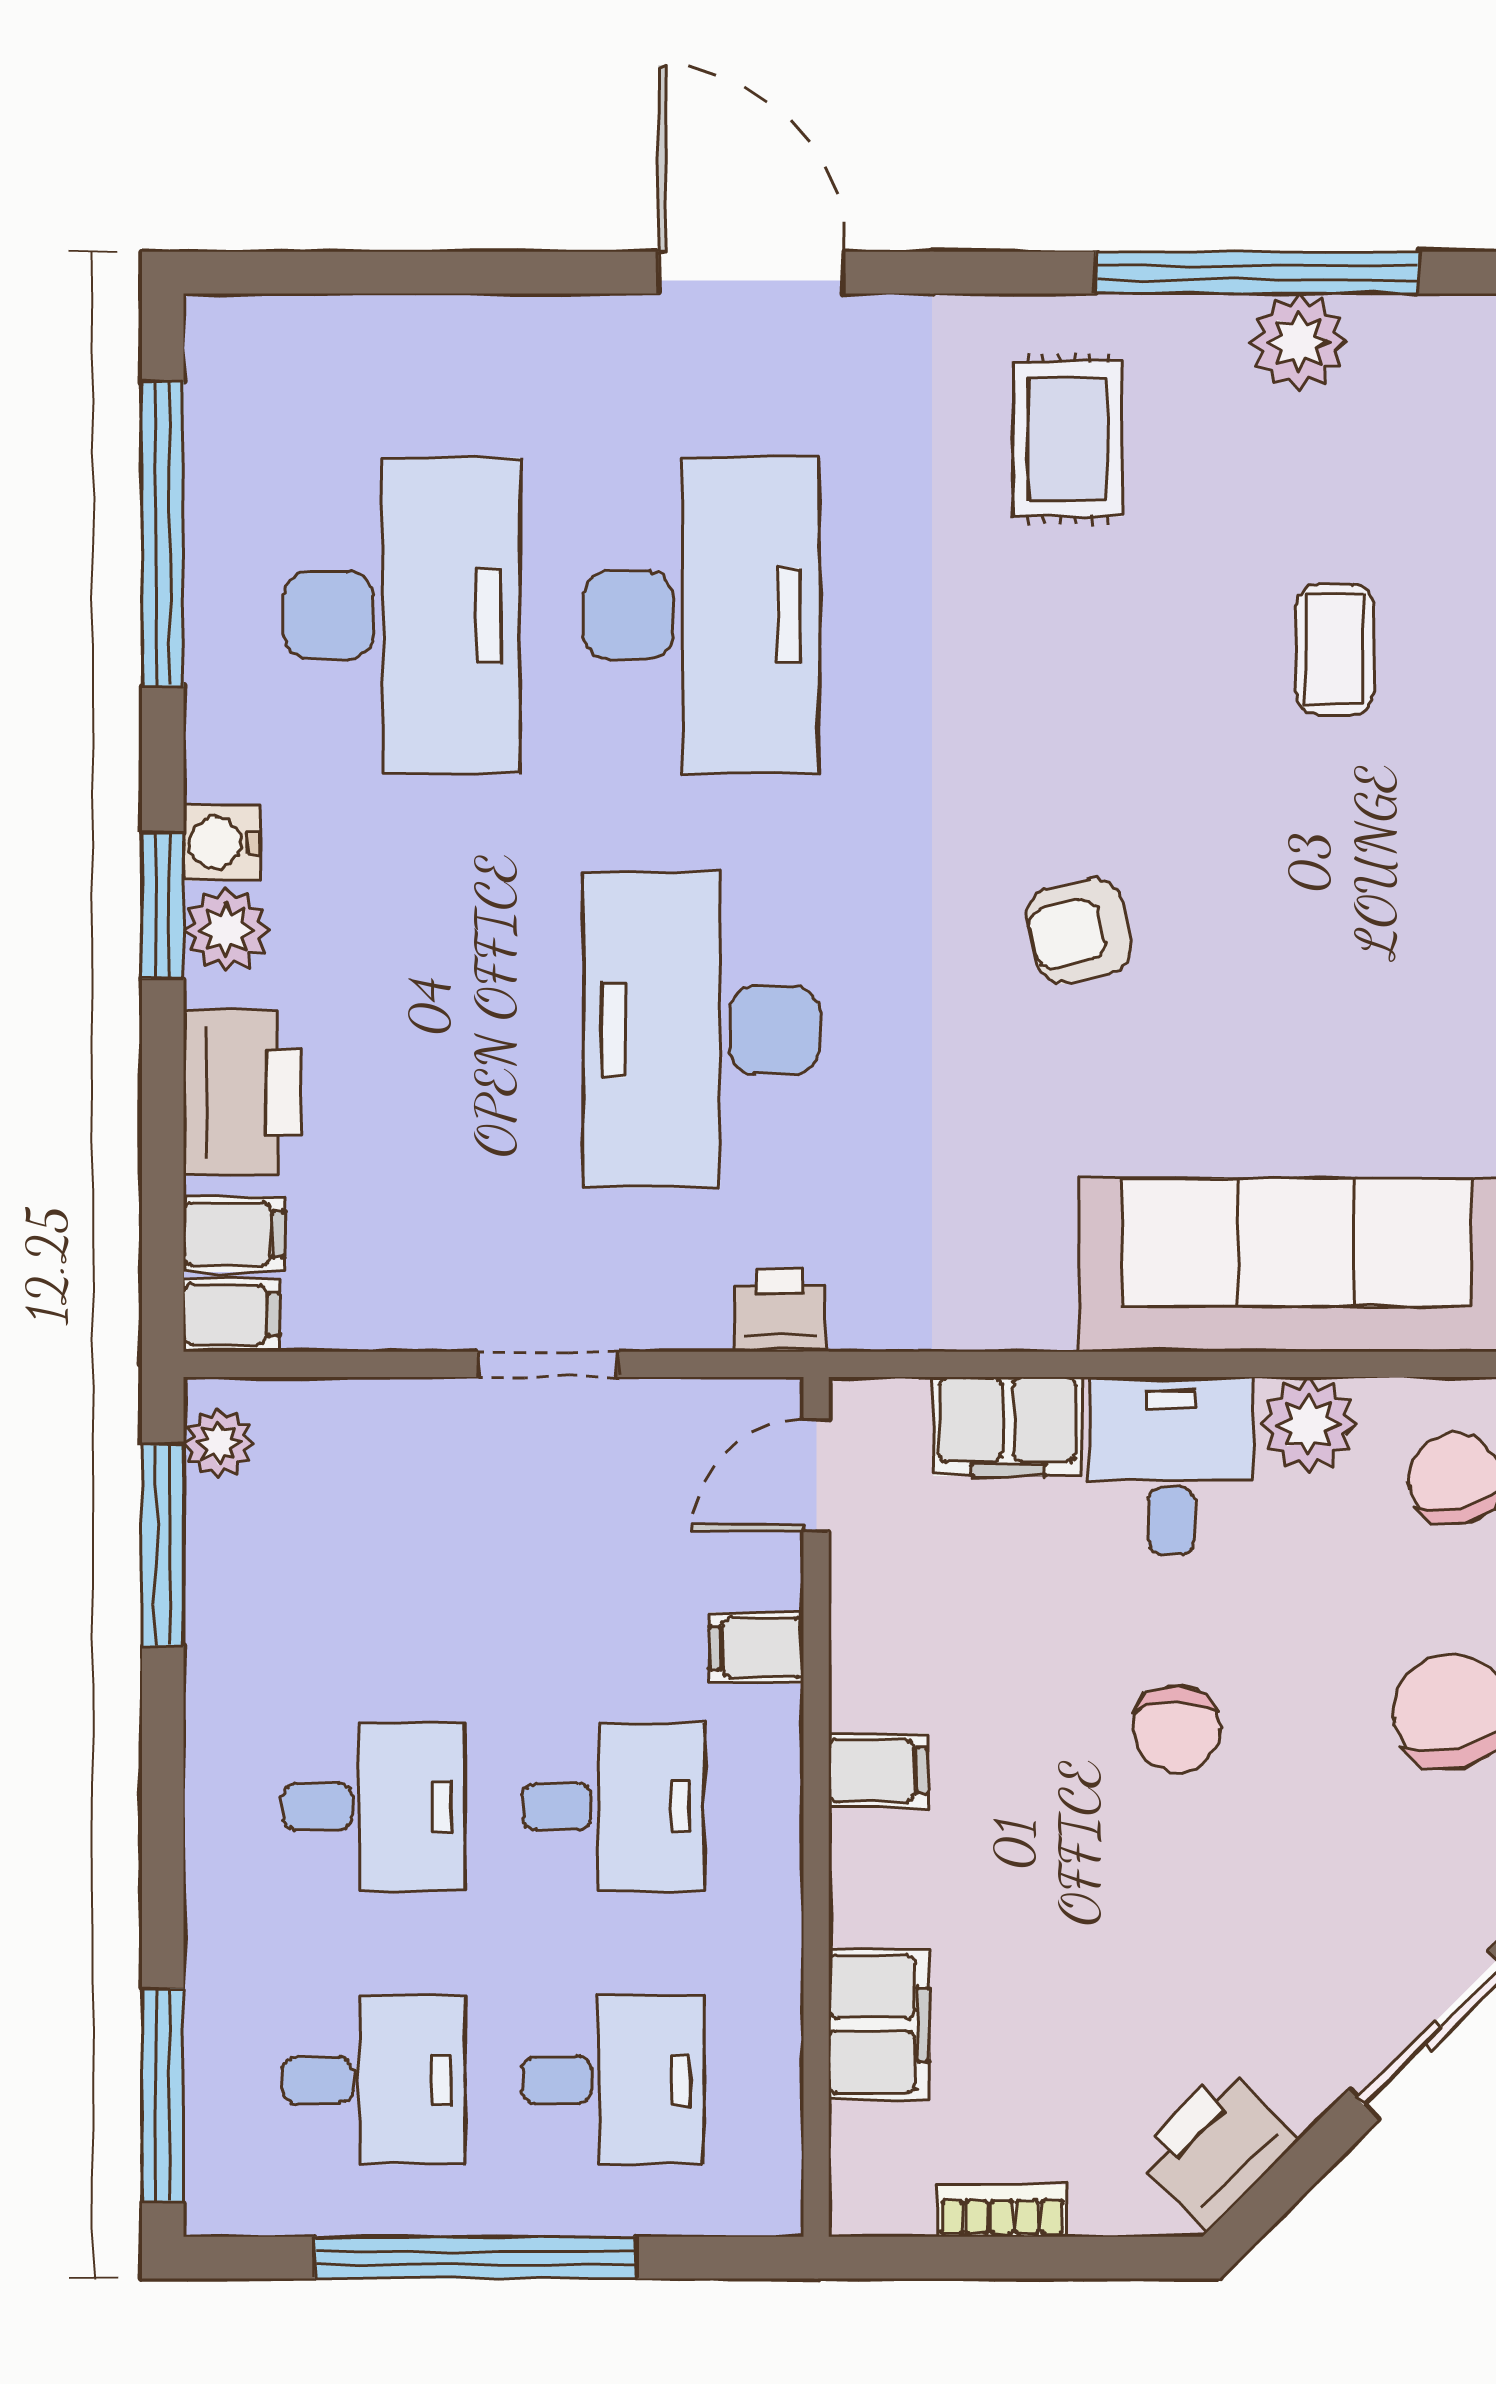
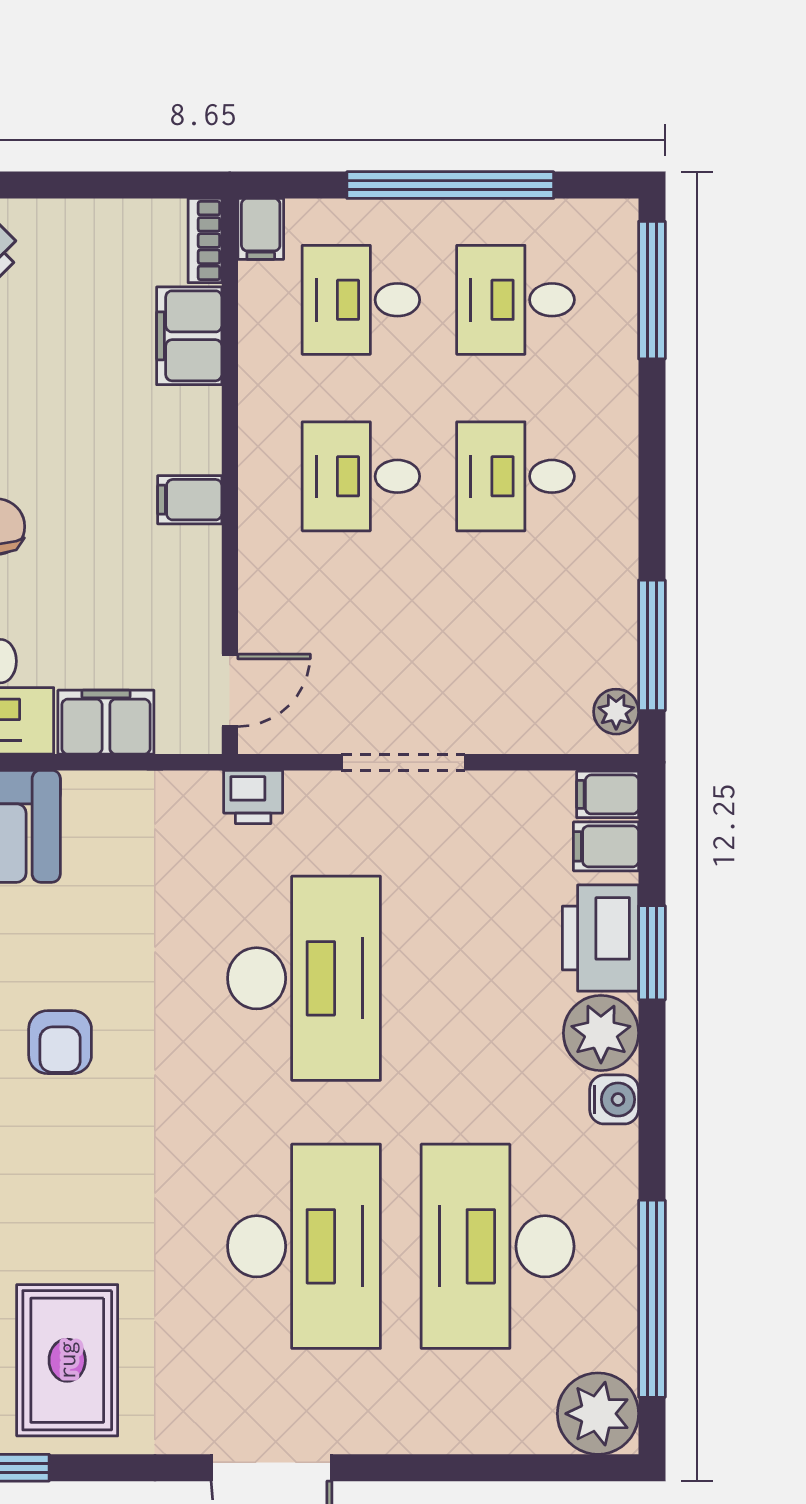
plant: (246, 356) -> (598, 1414), added
rug: (1068, 439) -> (67, 1360), width x1.36, depth x1.43
desk: (701, 615) -> (304, 1246), turned 180
window: (163, 905) -> (652, 953), moved
plant: (226, 930) -> (601, 1033), width x1.36, depth x1.36
armchair: (1079, 931) -> (60, 1042), turned 103
doorway: (548, 1364) -> (403, 762), width x1.38
filing cabinet: (756, 1648) -> (261, 229), moved, turned 90
bookcase: (1002, 2211) -> (205, 241), moved, turned 90

